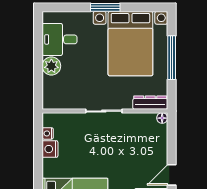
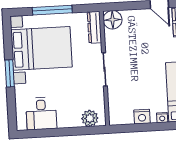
plant: (51, 66) -> (90, 118), moved
floor lamp: (162, 118) -> (113, 20), width x1.89, depth x1.89
nightstand: (48, 133) -> (162, 118), moved

